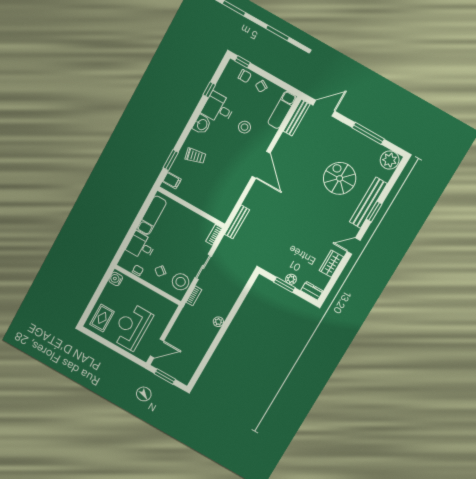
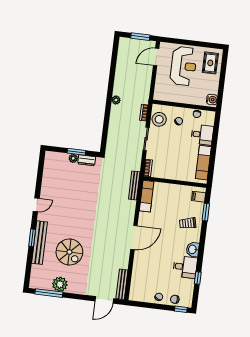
exam couch: (282, 110) -> (147, 196), moved
stool: (245, 127) -> (159, 261), removed
window: (368, 133) -> (49, 293), moved
plant: (390, 160) -> (60, 284), moved
door: (261, 165) -> (134, 237), swing flipped
wardrobe: (331, 264) -> (47, 184), removed
dresser: (312, 291) -> (87, 160), moved

